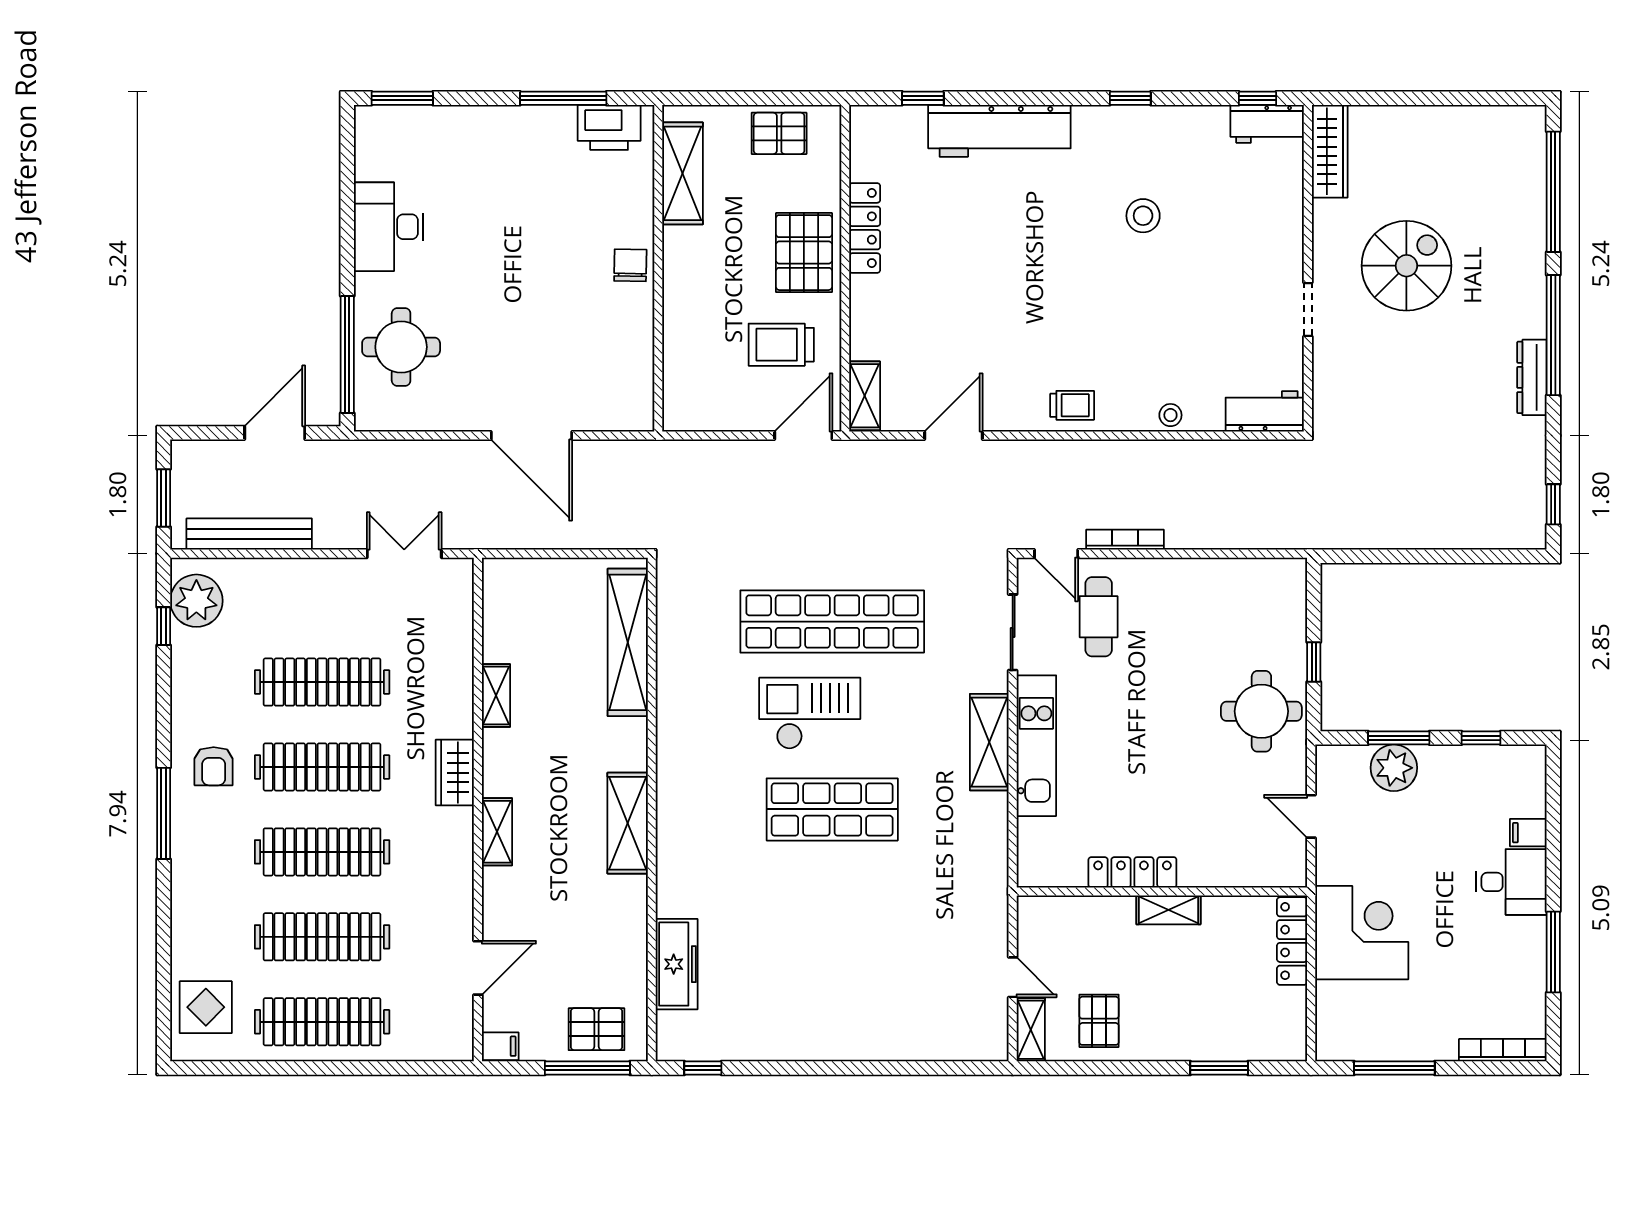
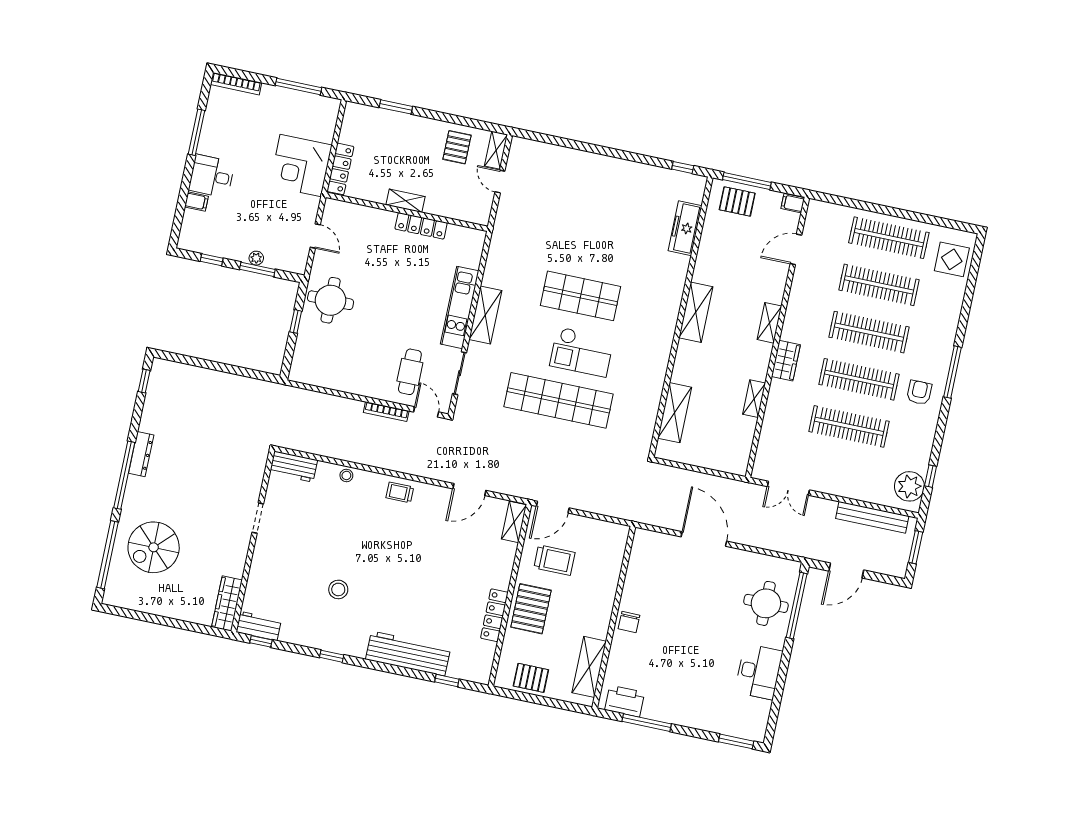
spiral stairs: (1406, 266) -> (154, 547), moved
shelving: (628, 642) -> (675, 413), width x0.68
plant: (1394, 768) -> (256, 258), width x0.53, depth x0.53

